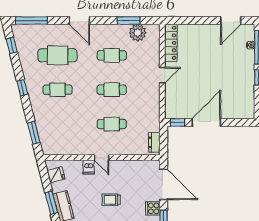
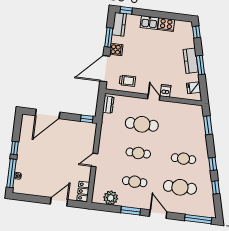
window: (129, 21) -> (131, 211), moved
door: (231, 21) -> (59, 202), moved
locker: (171, 43) -> (83, 191), width x0.66
window: (12, 45) -> (216, 187), moved
door: (206, 122) -> (48, 114), moved
cafe table: (112, 124) -> (142, 124), width x1.37, depth x1.35
door: (164, 184) -> (105, 69), hinge flipped
trolley: (111, 200) -> (127, 81), moved

